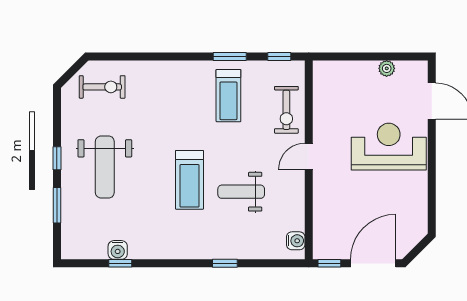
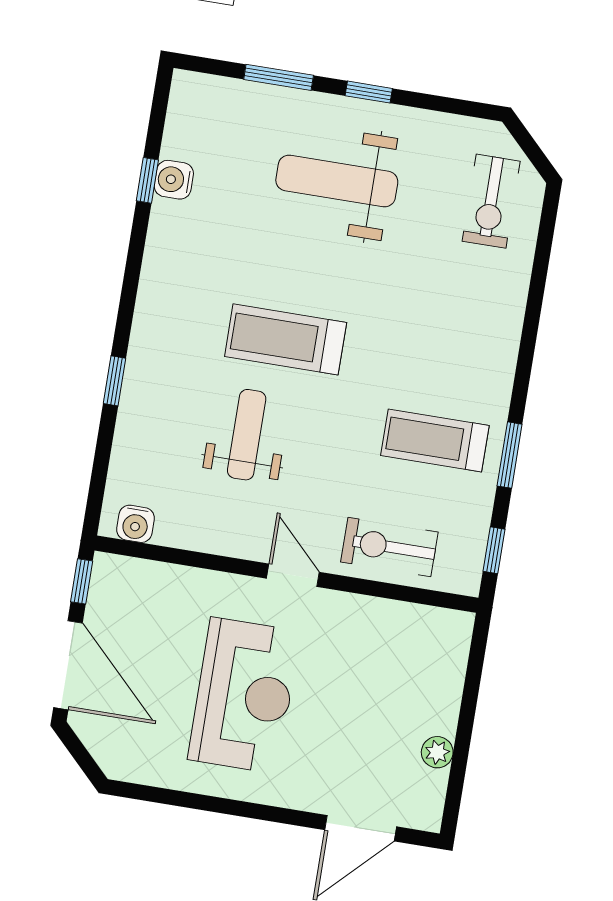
reception desk: (389, 147) -> (244, 695), moved

